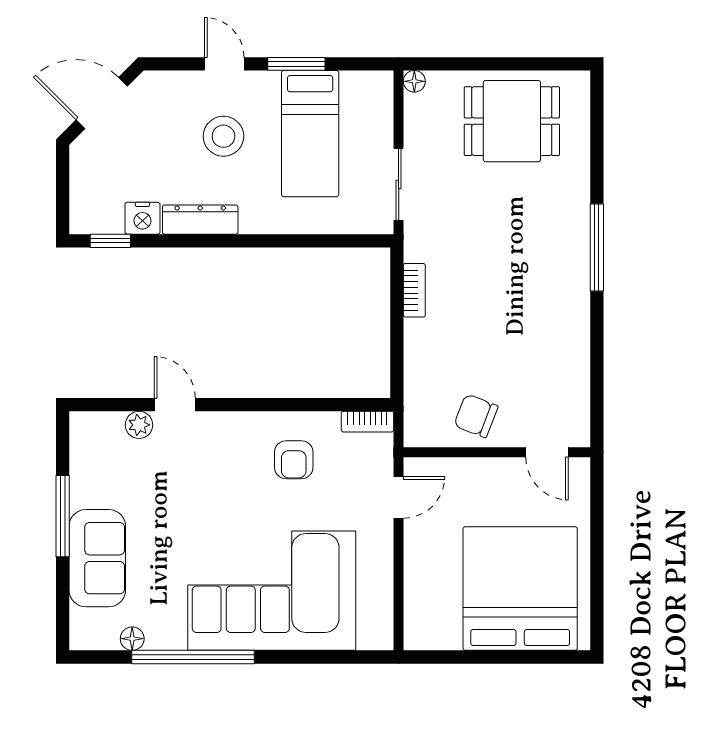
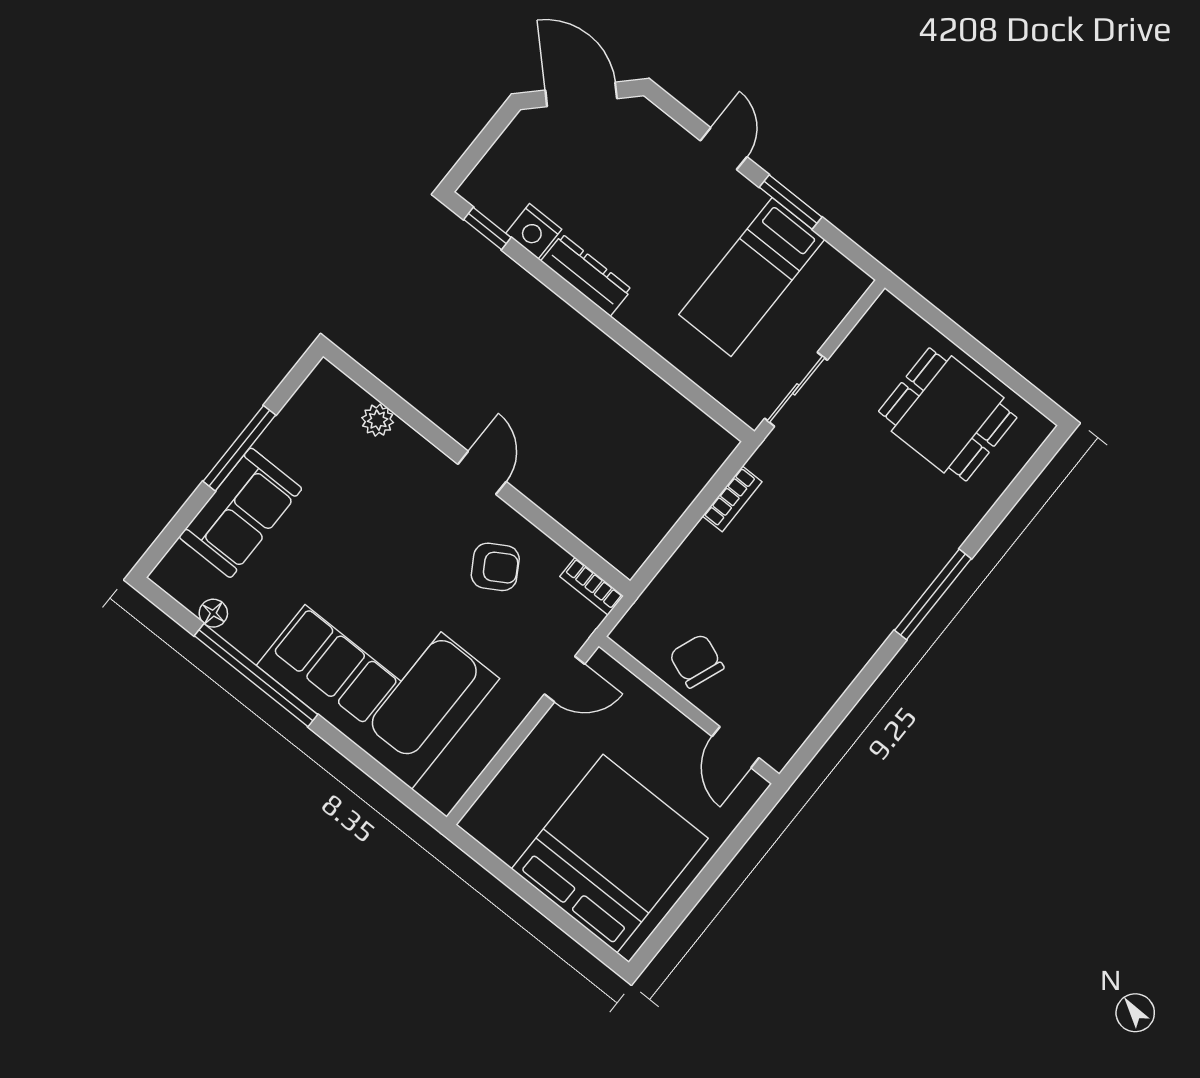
floor lamp: (414, 81) -> (887, 305), removed
stool: (223, 136) -> (669, 215), removed
door: (175, 405) -> (482, 473), moved
armchair: (294, 460) -> (495, 567), turned -121

